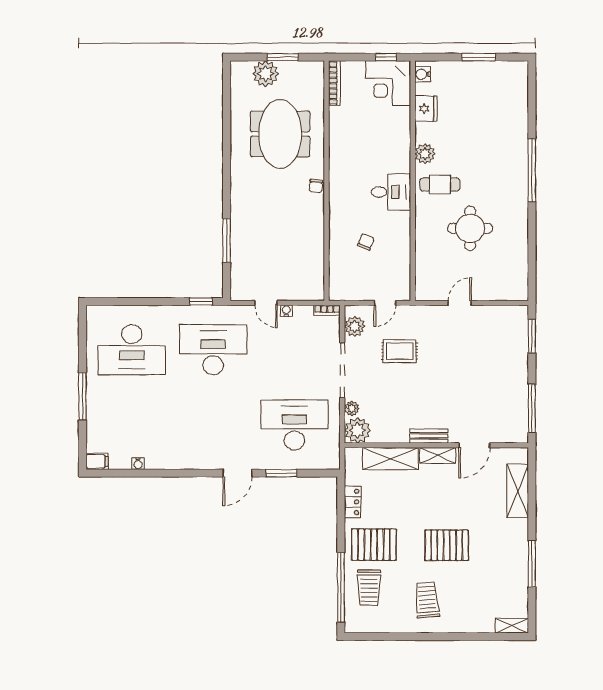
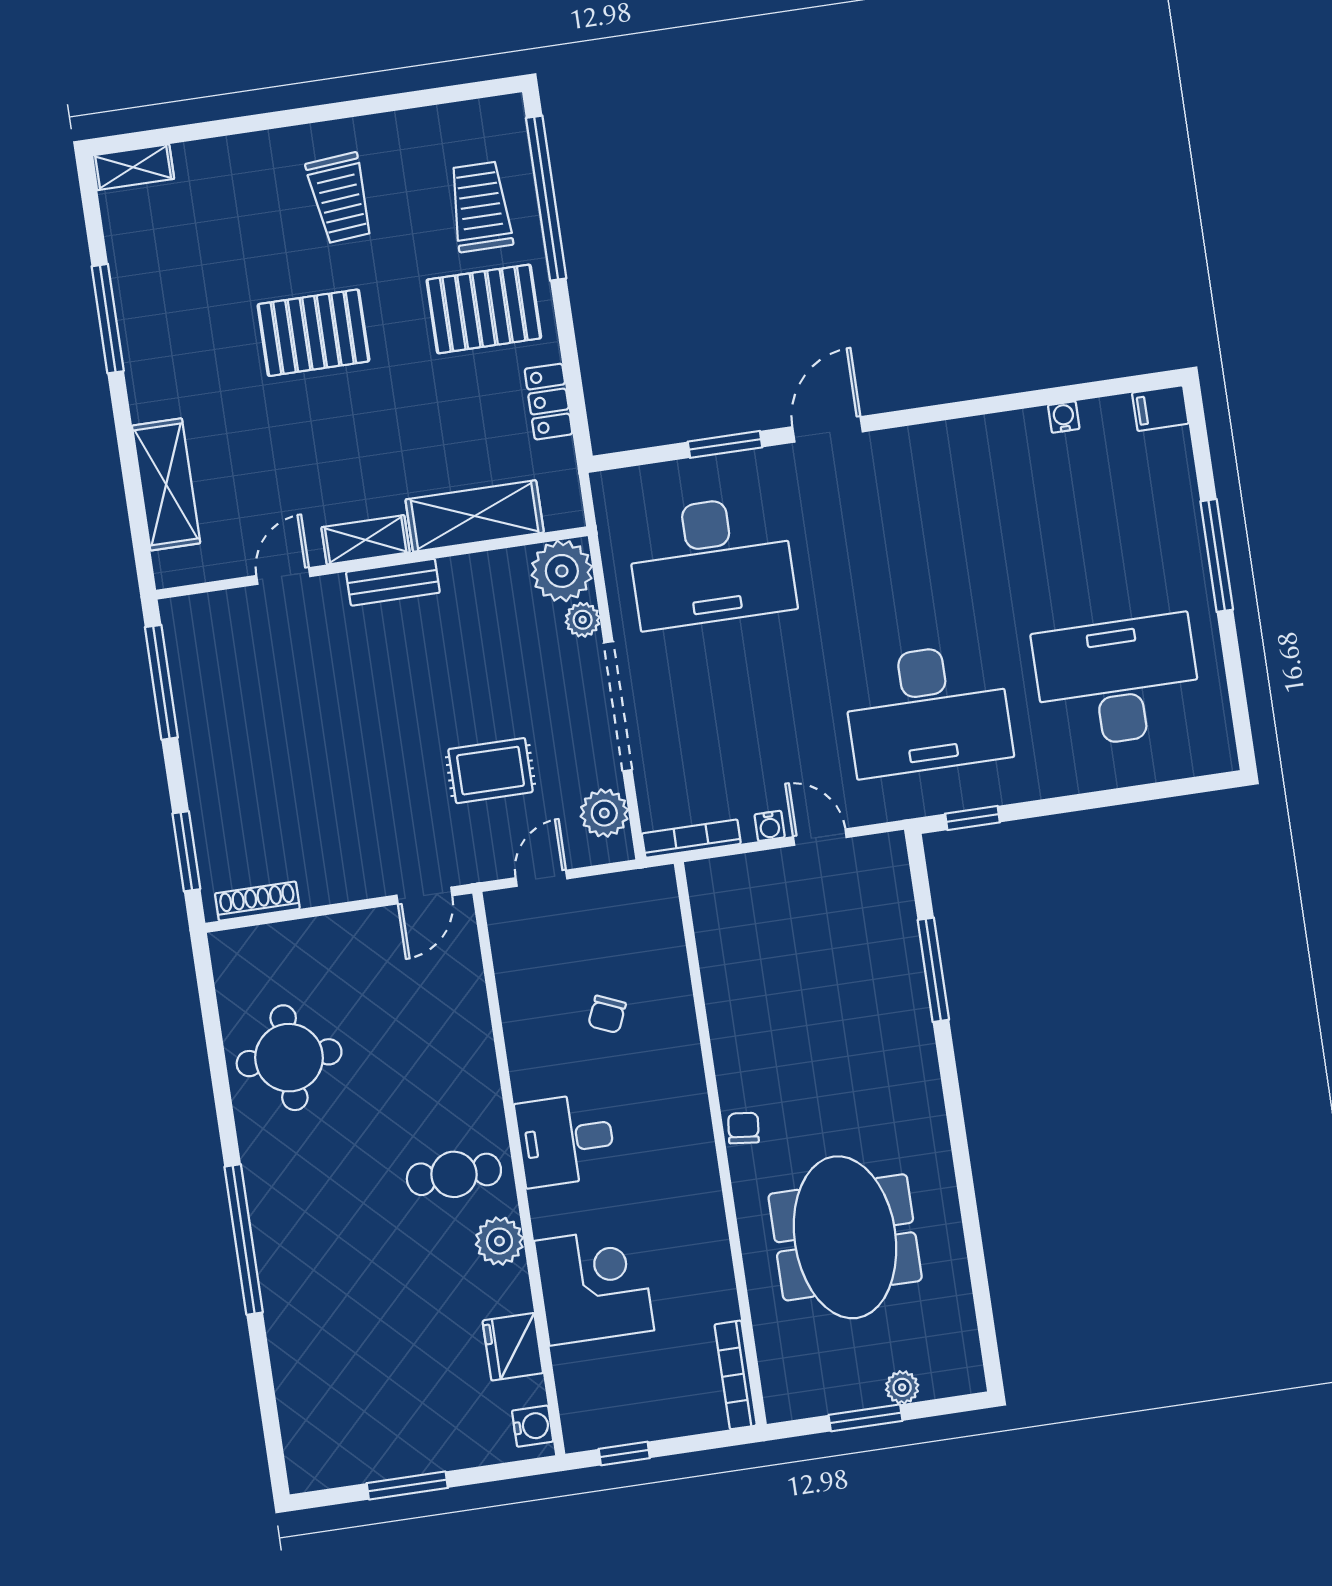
plant: (266, 74) -> (902, 1387), width x0.53, depth x0.53
corner desk: (388, 83) -> (594, 1286), moved
round table: (470, 228) -> (289, 1058), moved
door: (460, 303) -> (424, 896), moved
bookcase: (327, 310) -> (691, 839), width x1.56
shoe rack: (505, 311) -> (257, 901), added
door: (474, 445) -> (283, 576), width x0.73

